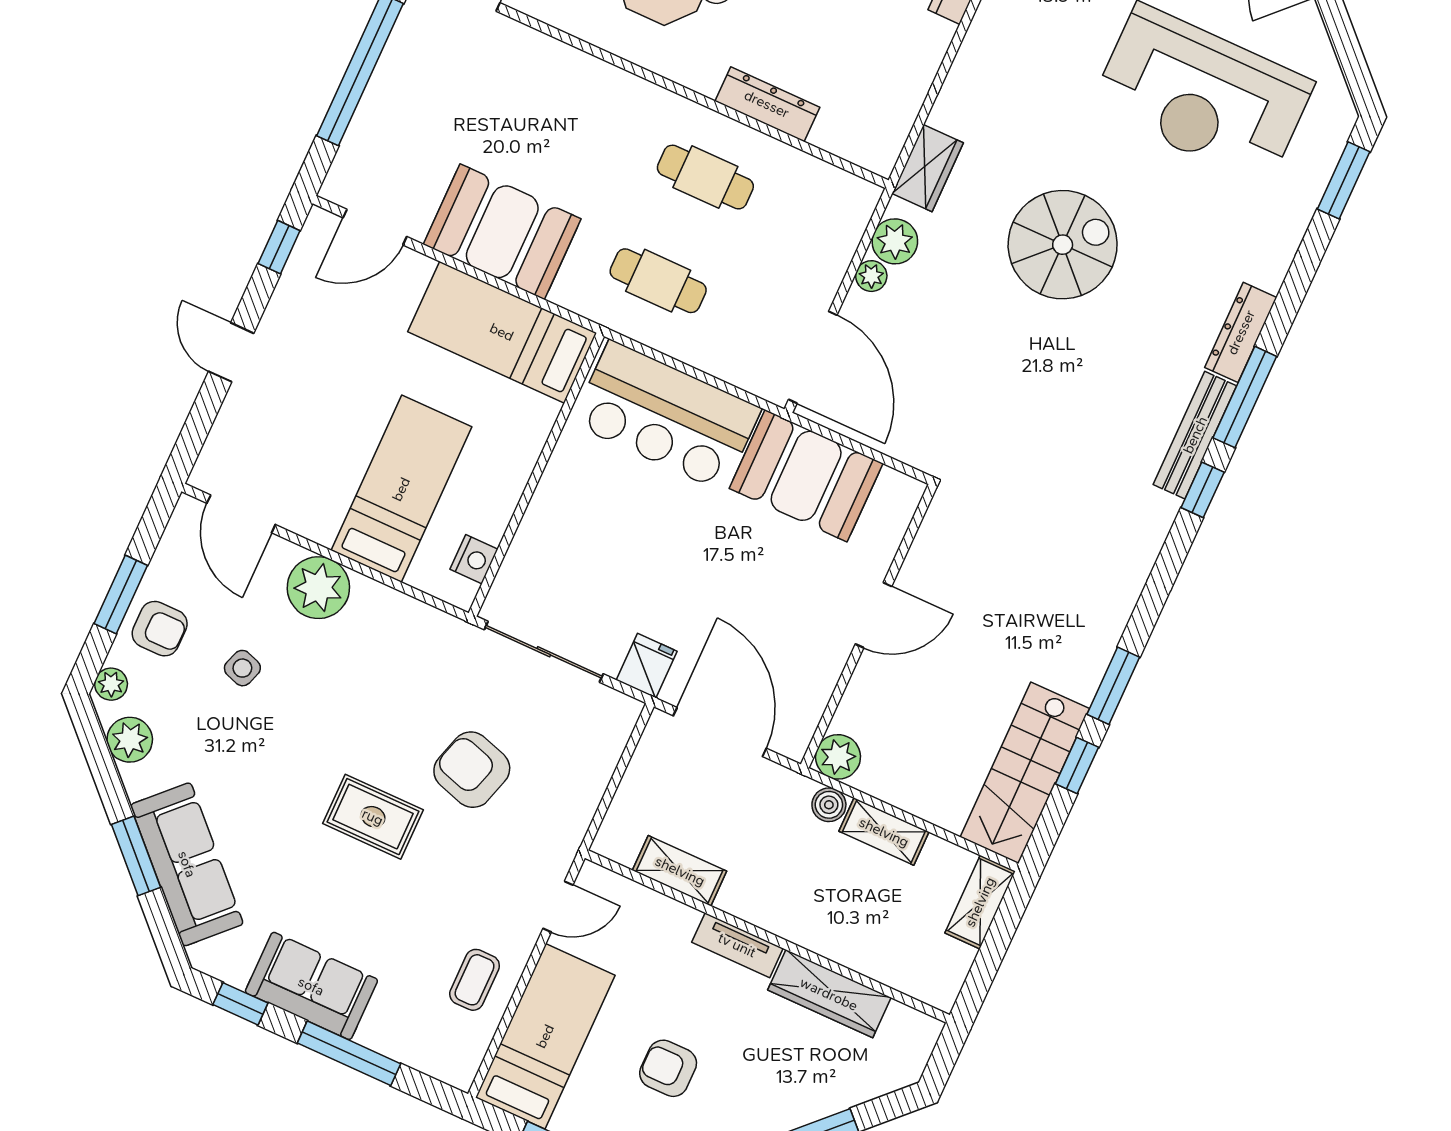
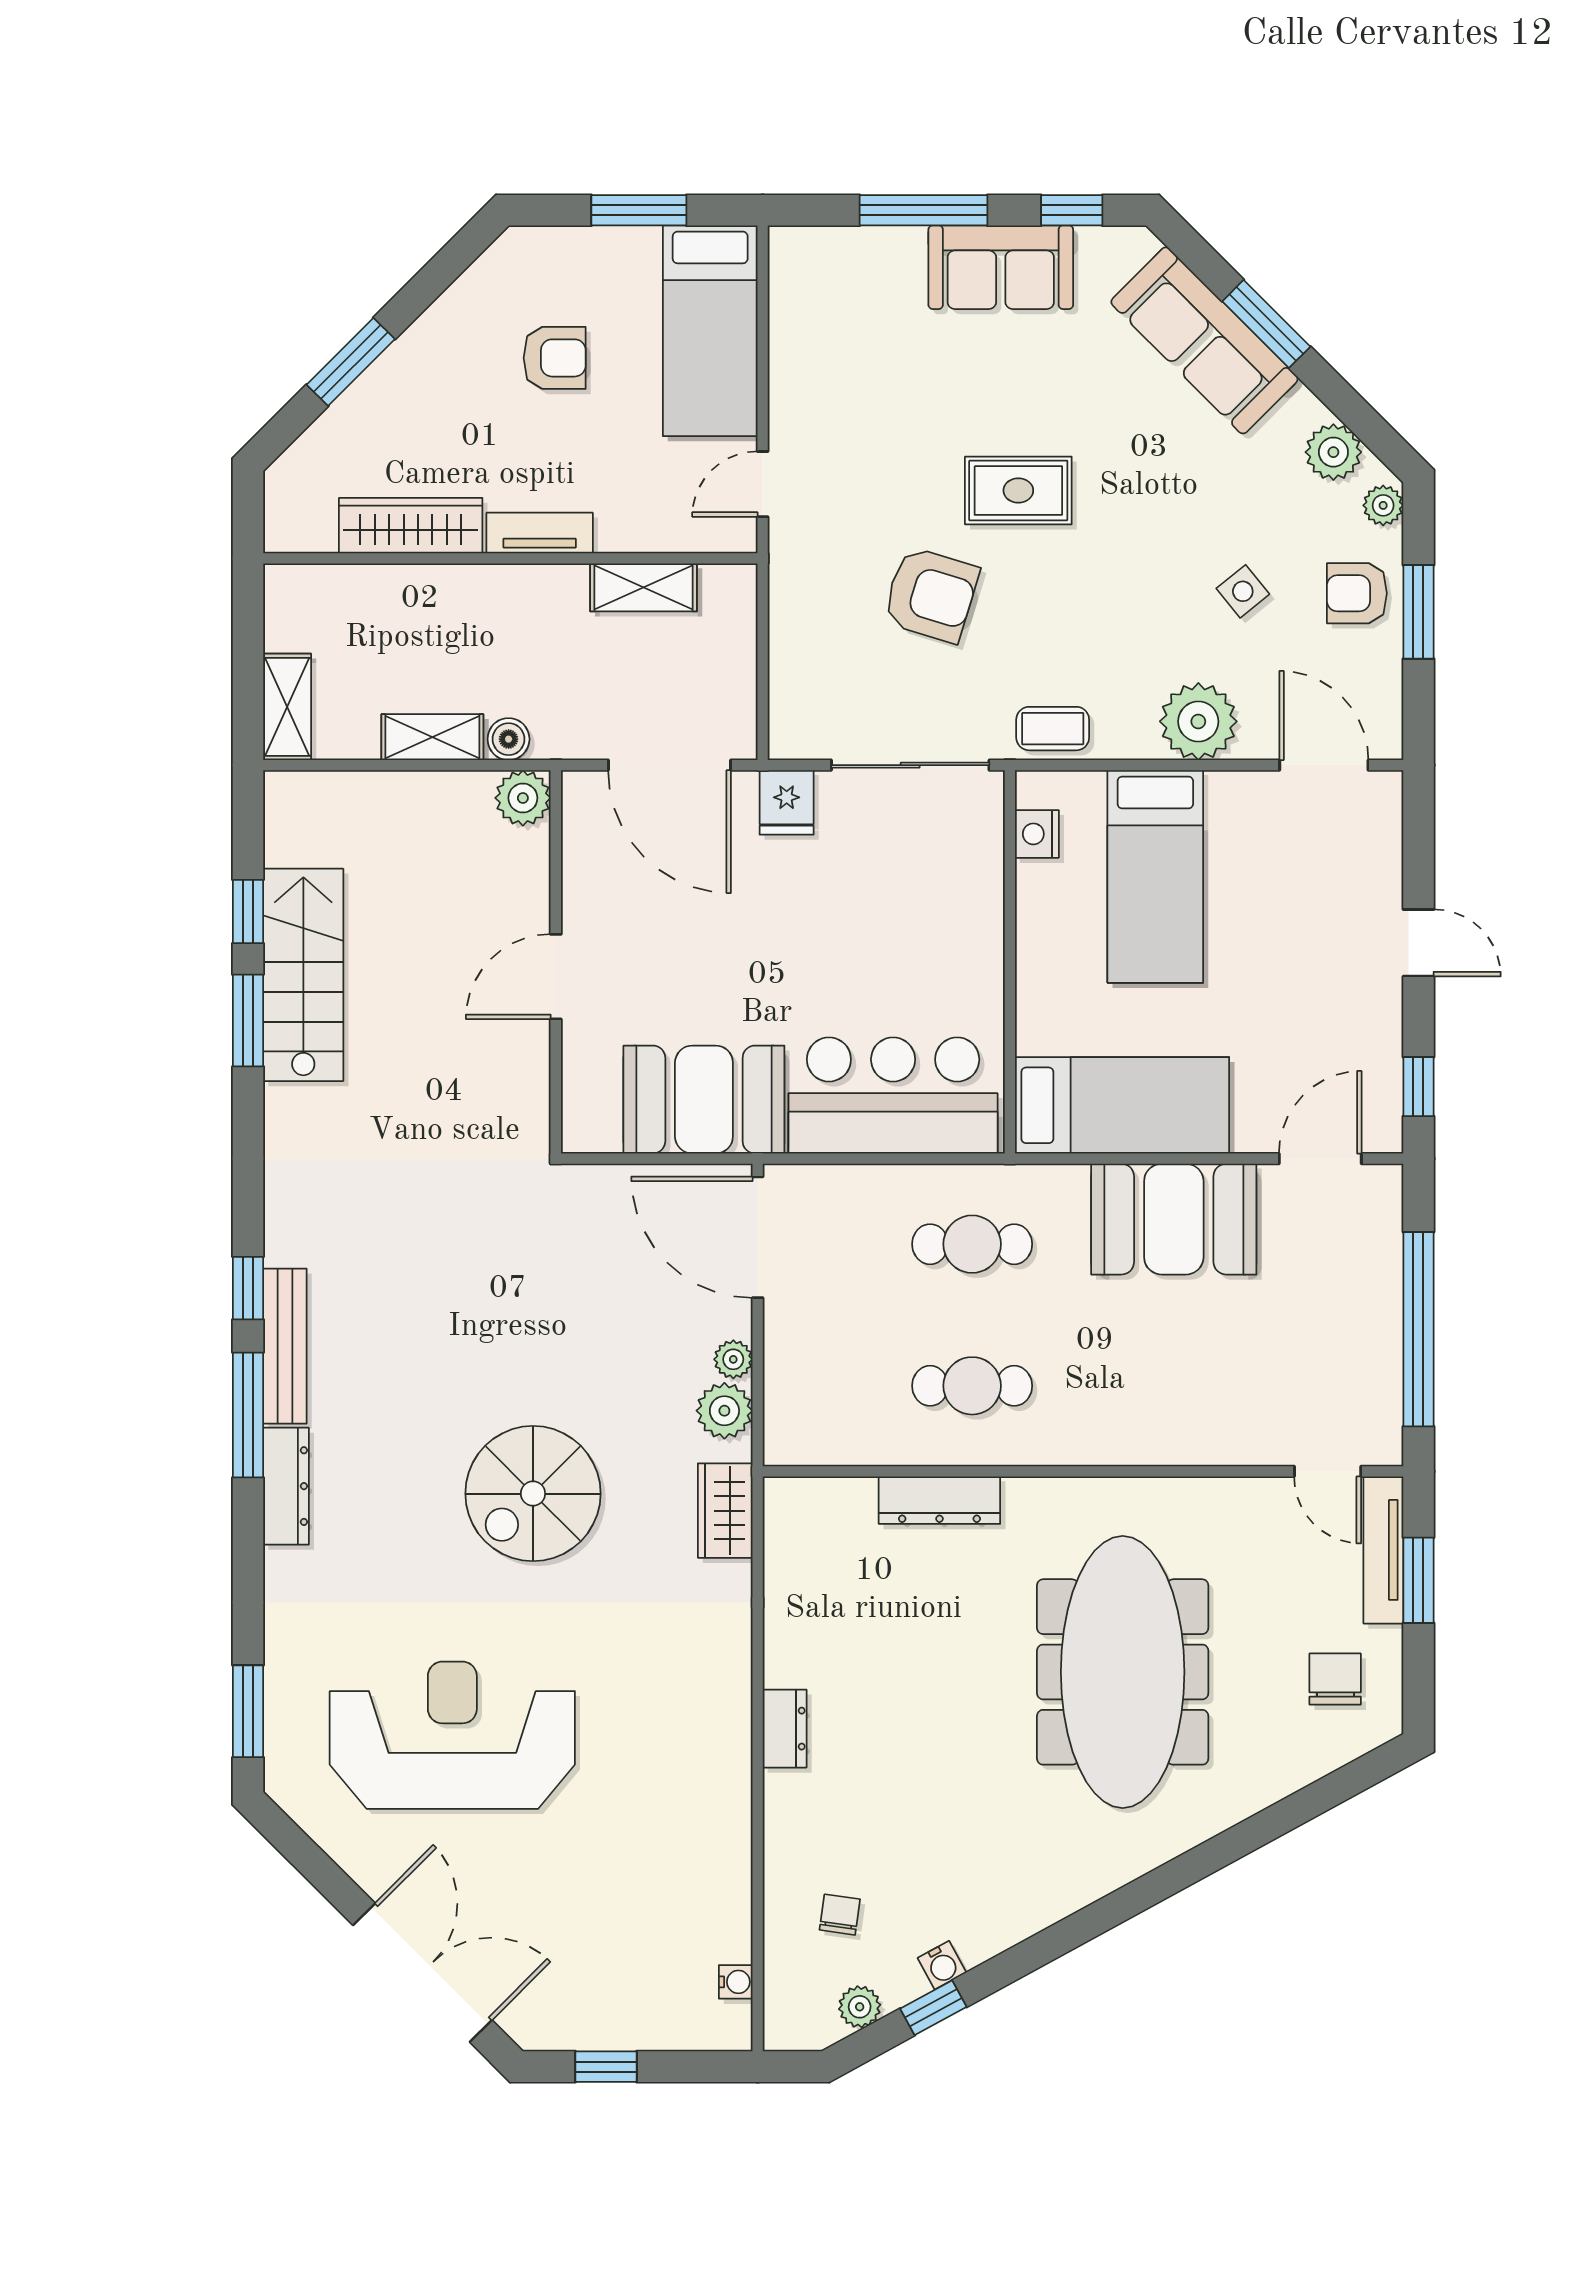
side table: (242, 668) -> (1243, 591), turned 32
stairs: (1025, 773) -> (303, 975), moved
coffee table: (475, 980) -> (1053, 729), moved, turned 90

